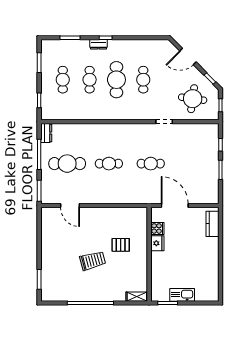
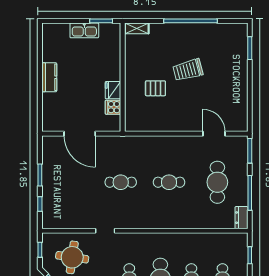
cafe table: (67, 164) -> (217, 182), turned 90
door: (175, 206) -> (80, 134), moved
kitchen counter: (212, 224) -> (49, 77), moved

